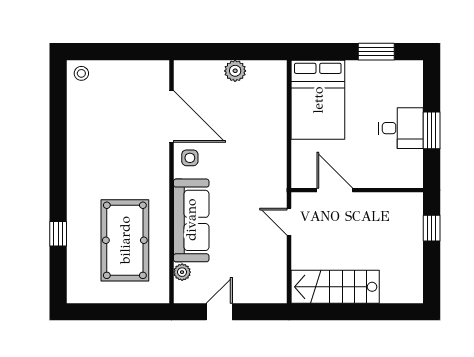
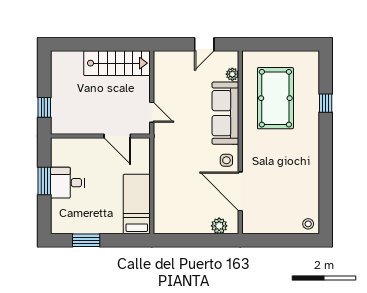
plant: (235, 71) -> (219, 226), moved
bed: (318, 100) -> (137, 204), width x0.67

